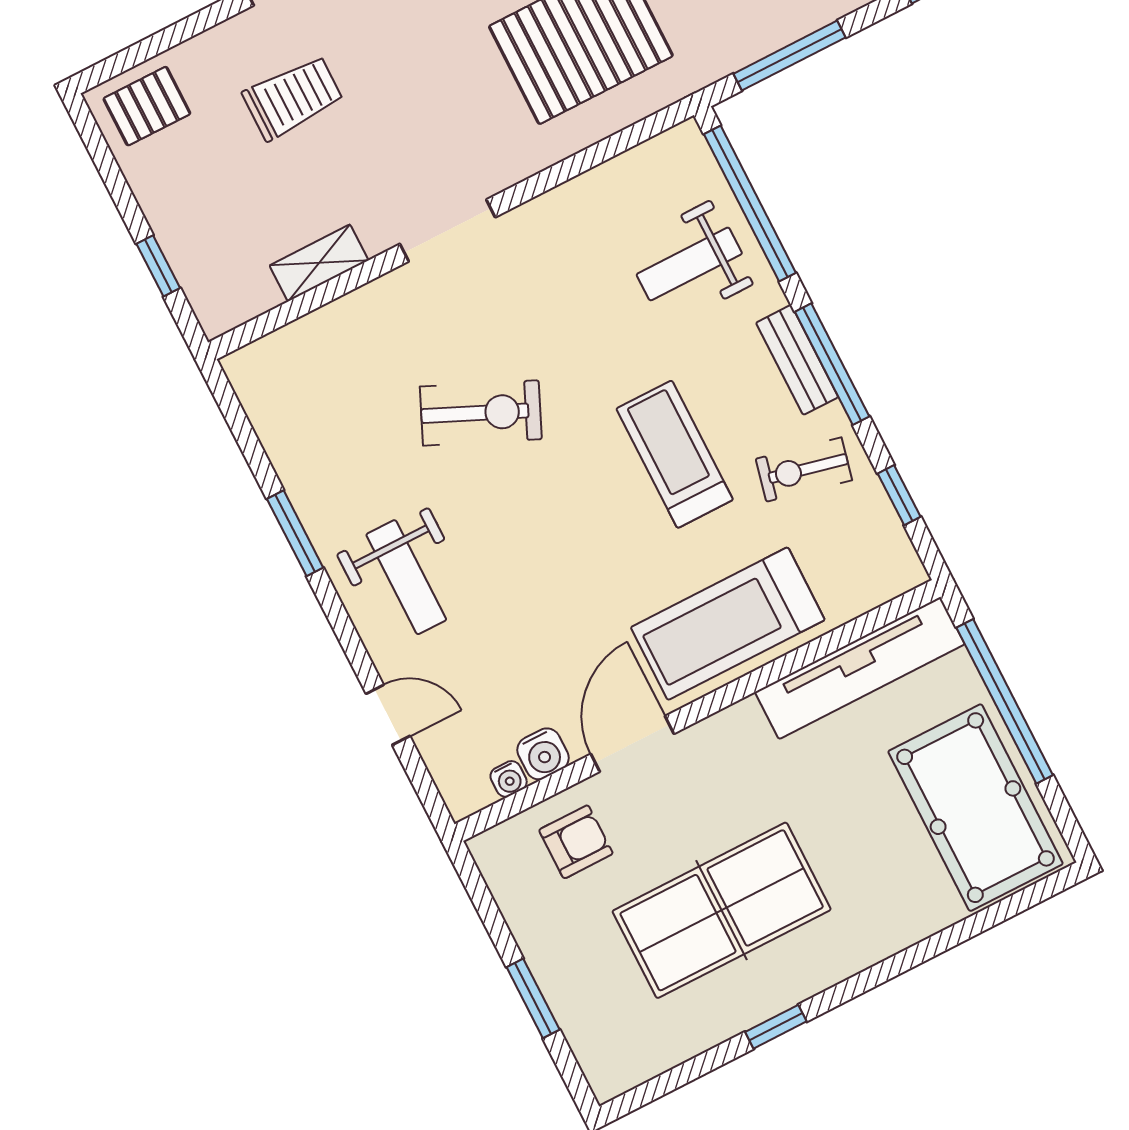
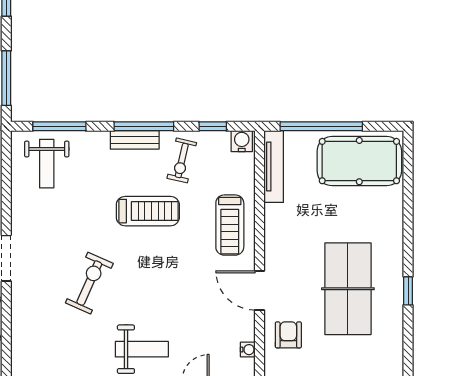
window: (750, 203) -> (59, 126), width x0.68
weight bench: (689, 264) -> (47, 164), moved
treadmill: (675, 454) -> (148, 211), turned 180
treadmill: (728, 624) -> (230, 225), width x0.73, depth x0.73
tv unit: (860, 668) -> (274, 167), width x0.73, depth x0.78
water cooler: (543, 754) -> (242, 141), moved, turned -90

